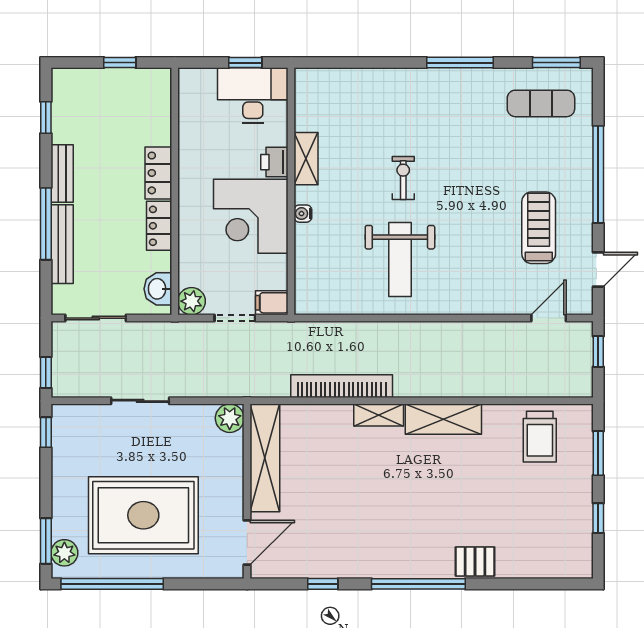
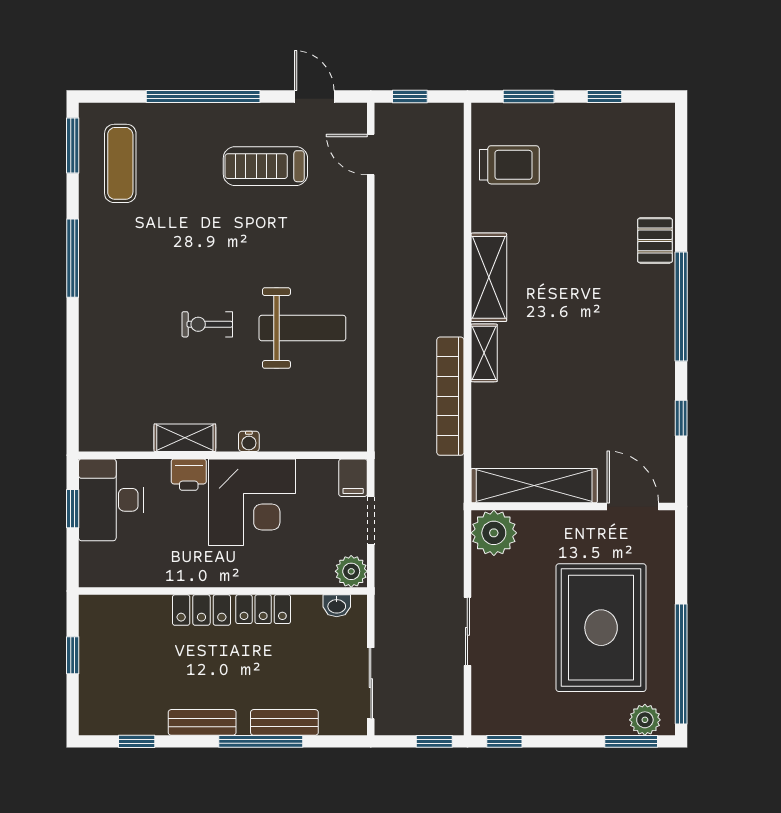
bench: (62, 244) -> (284, 722), width x0.73
washbasin: (158, 289) -> (337, 606), width x0.72, depth x0.69
plant: (230, 418) -> (494, 533), width x1.36, depth x1.36

